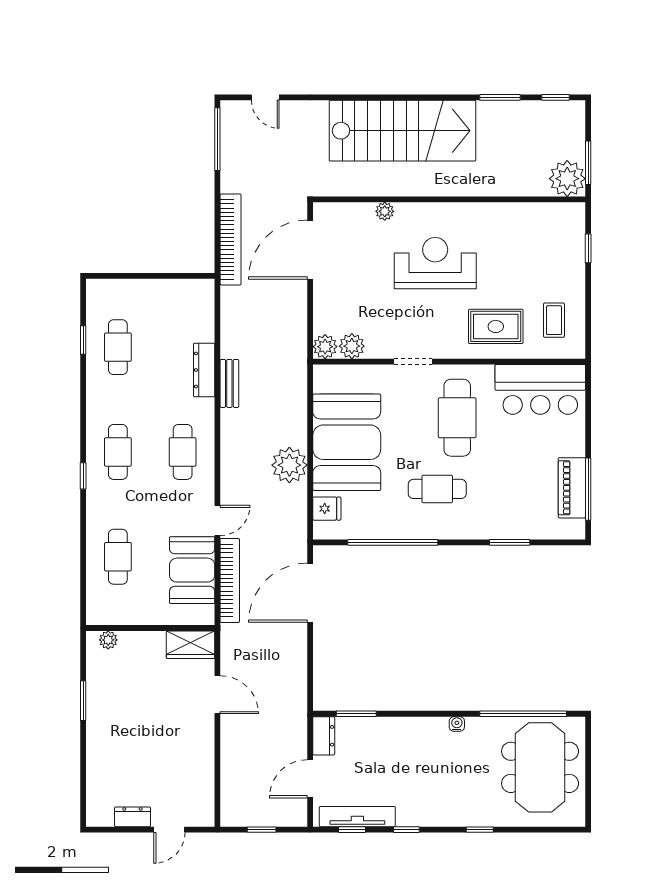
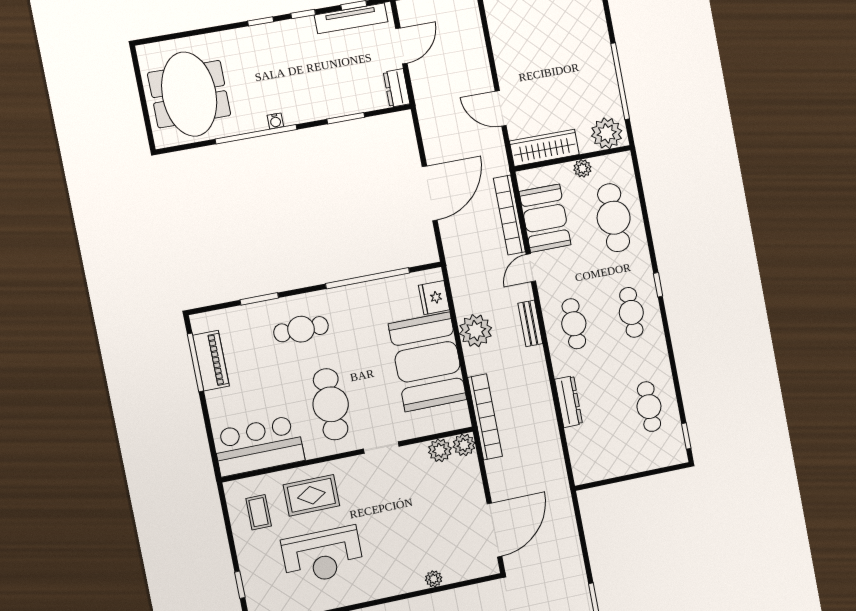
bookcase: (231, 239) -> (485, 417), moved, turned 180
reception desk: (435, 263) -> (323, 555), moved
window: (83, 340) -> (686, 436), moved
bench: (229, 383) -> (530, 323), moved
cafe table: (437, 489) -> (301, 329), moved
fridge: (327, 509) -> (434, 298), width x1.38
cafe table: (118, 557) -> (614, 218), width x1.37, depth x1.35
door: (310, 593) -> (430, 193), moved
plant: (142, 615) -> (582, 168), added
plant: (108, 640) -> (607, 133), width x1.88, depth x1.88
wardrobe: (191, 645) -> (544, 148), width x1.50
window: (83, 701) -> (620, 81), width x2.11
window: (356, 714) -> (346, 118), moved
window: (523, 714) -> (256, 134), moved
window: (480, 830) -> (261, 21), moved

